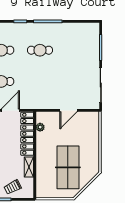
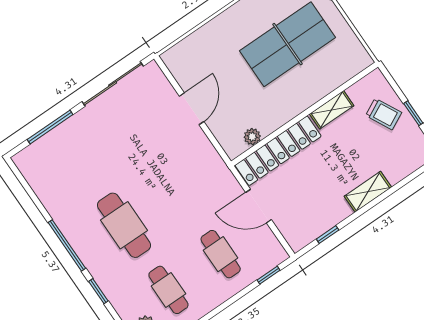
cafe table: (40, 50) -> (124, 225), width x1.37, depth x1.35
door: (68, 110) -> (192, 109), hinge flipped

